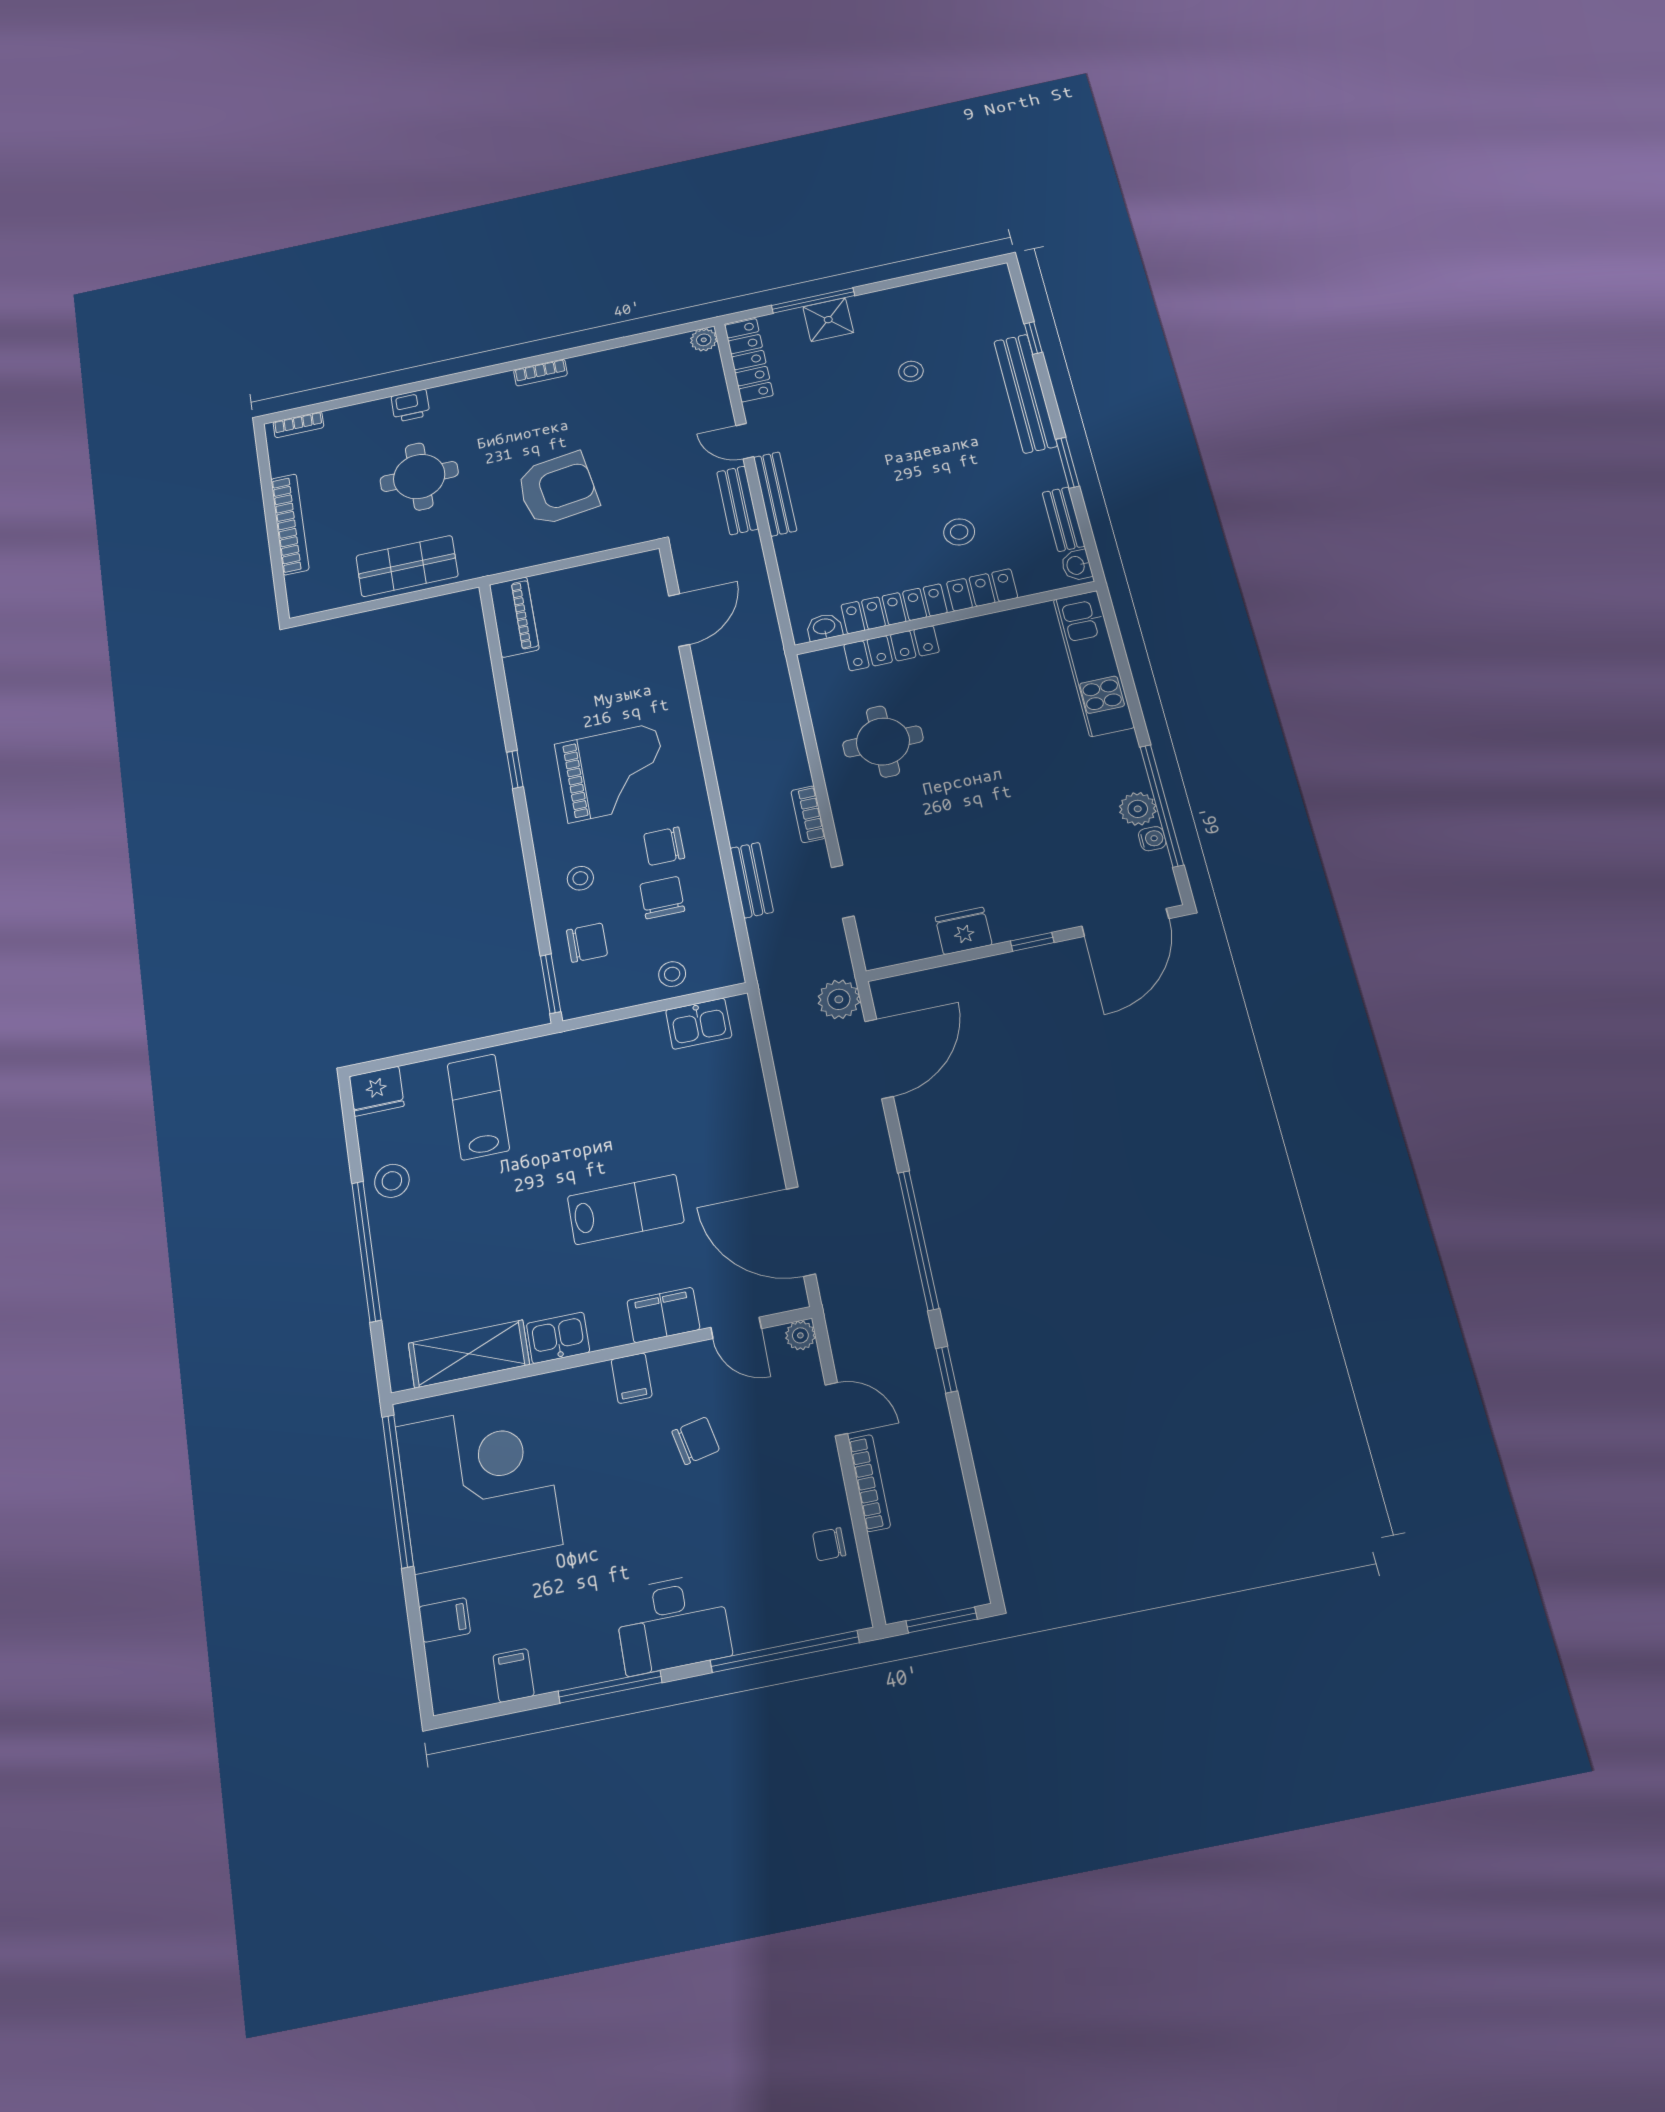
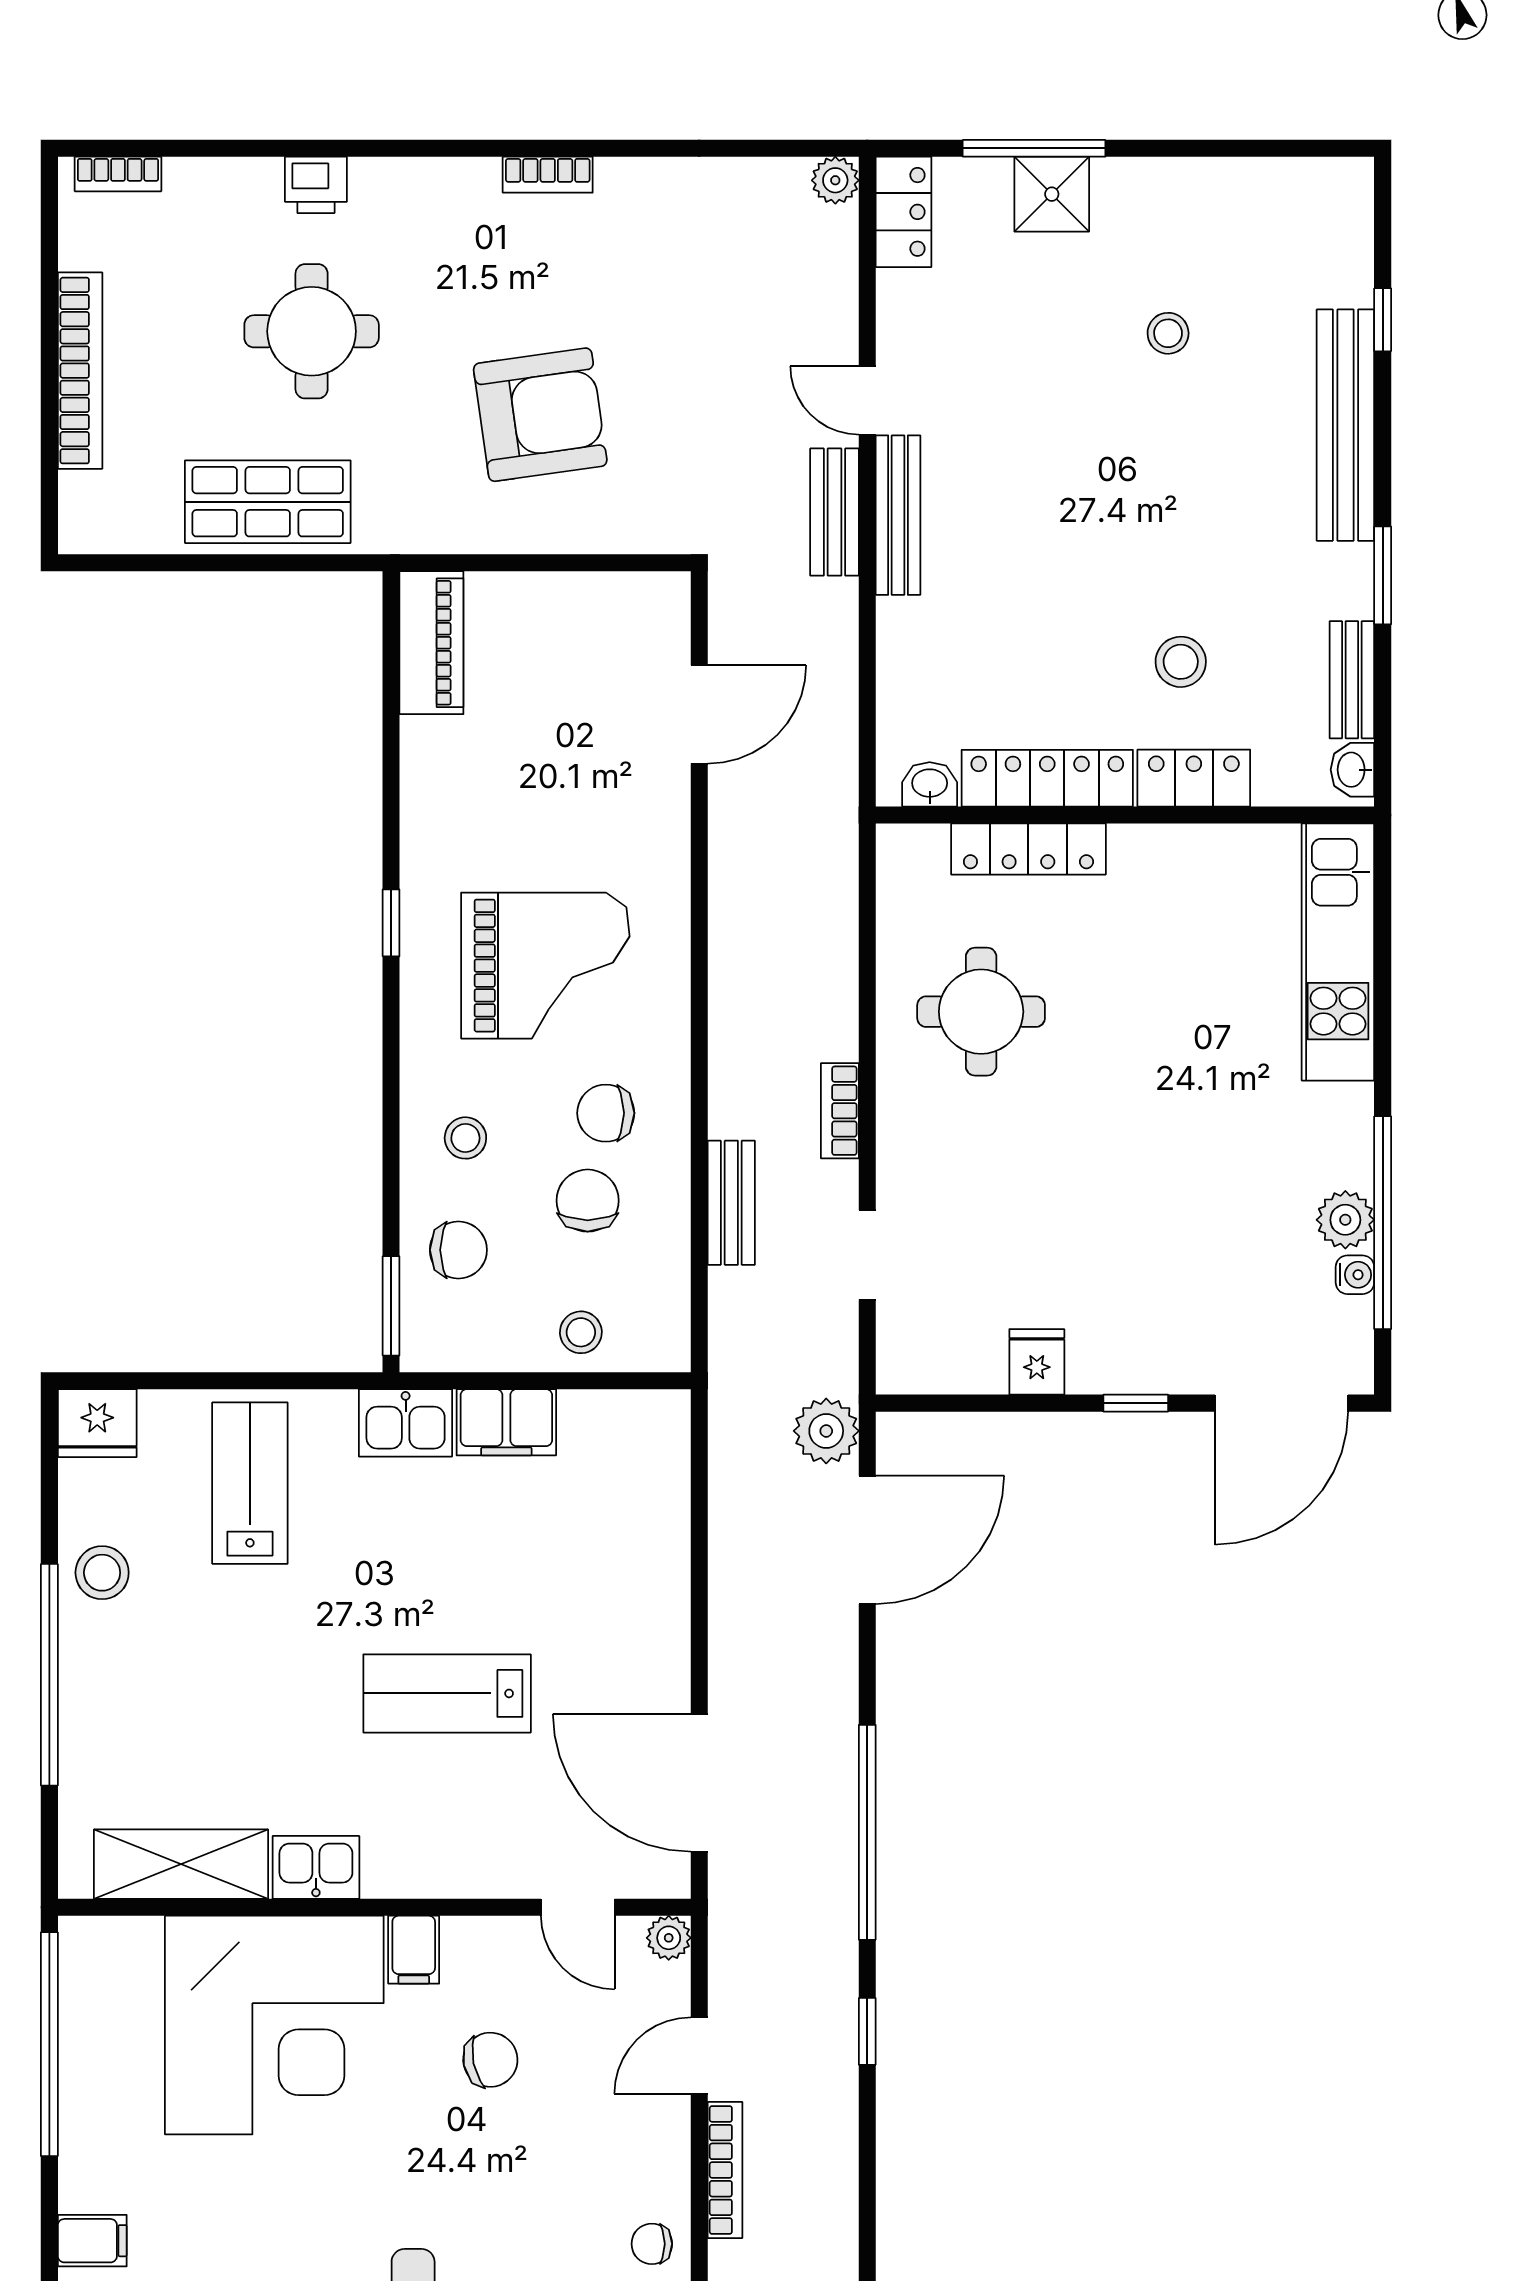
locker: (749, 360) -> (904, 212), width x0.66
fridge: (964, 931) -> (1037, 1362), width x0.72
kitchen sink: (699, 1024) -> (406, 1423), moved
lab bench: (626, 1209) -> (447, 1693), turned 180
filing cabinet: (663, 1315) -> (506, 1422), moved, turned 180
door: (836, 1409) -> (699, 2055), swing flipped
corner desk: (478, 1485) -> (274, 2025), moved, turned 90

